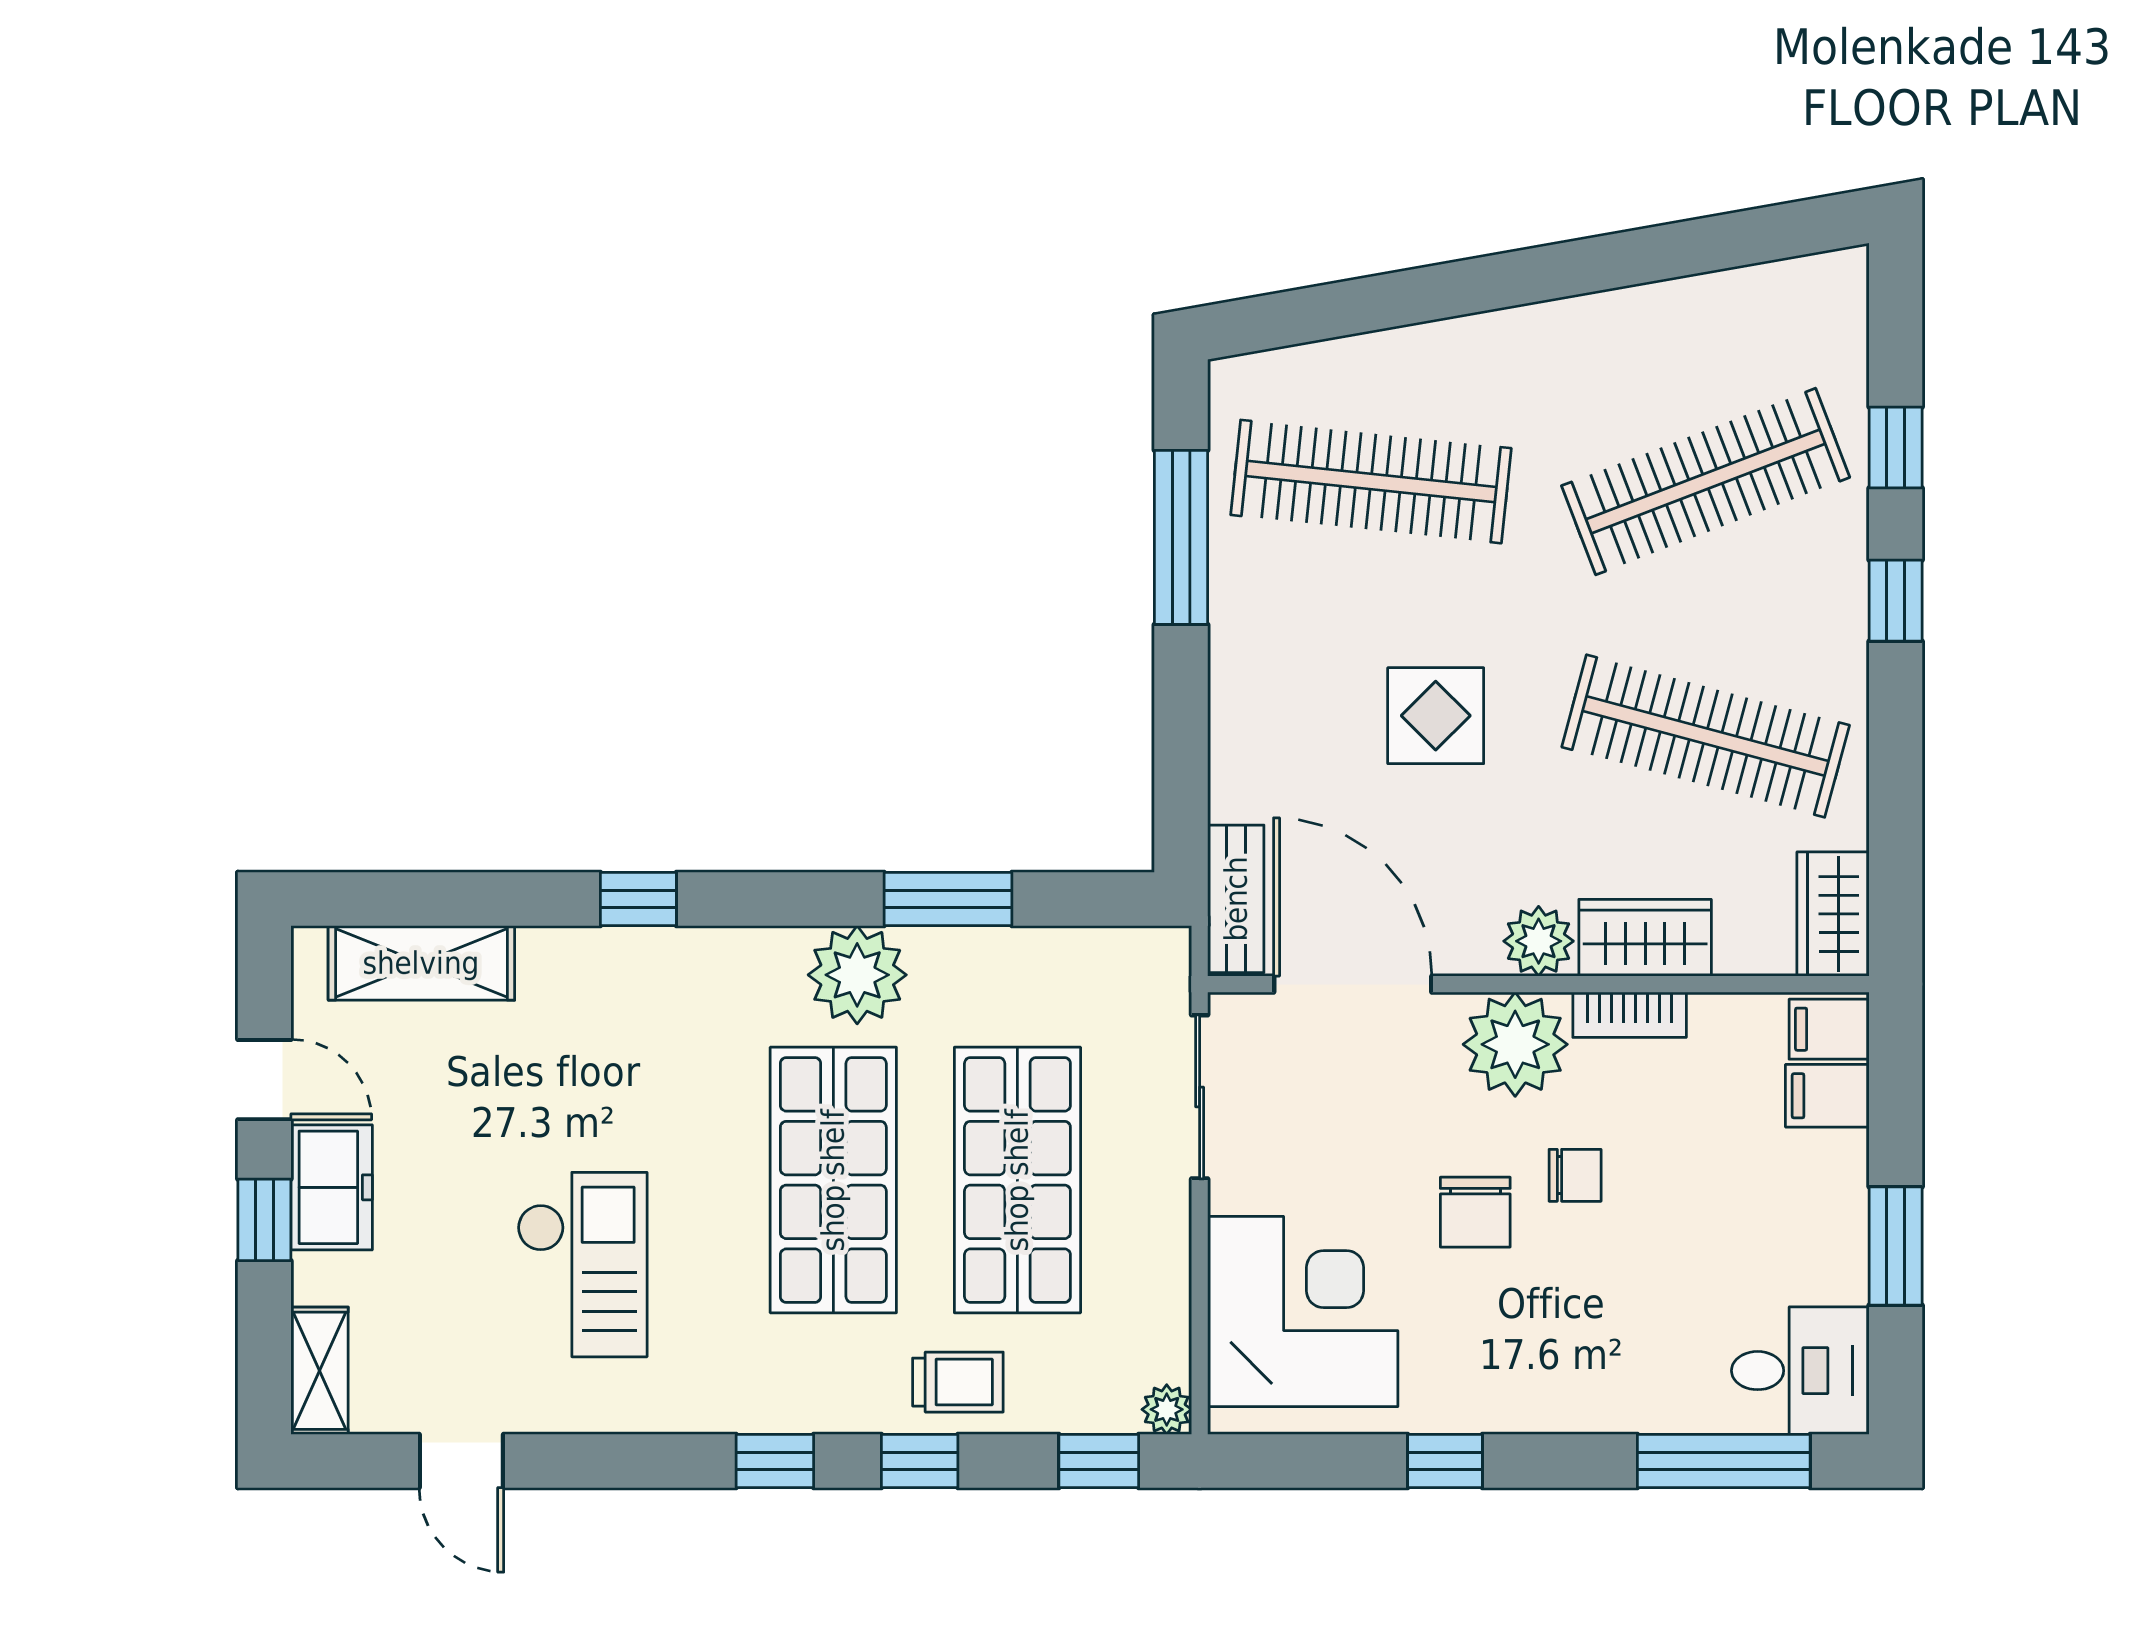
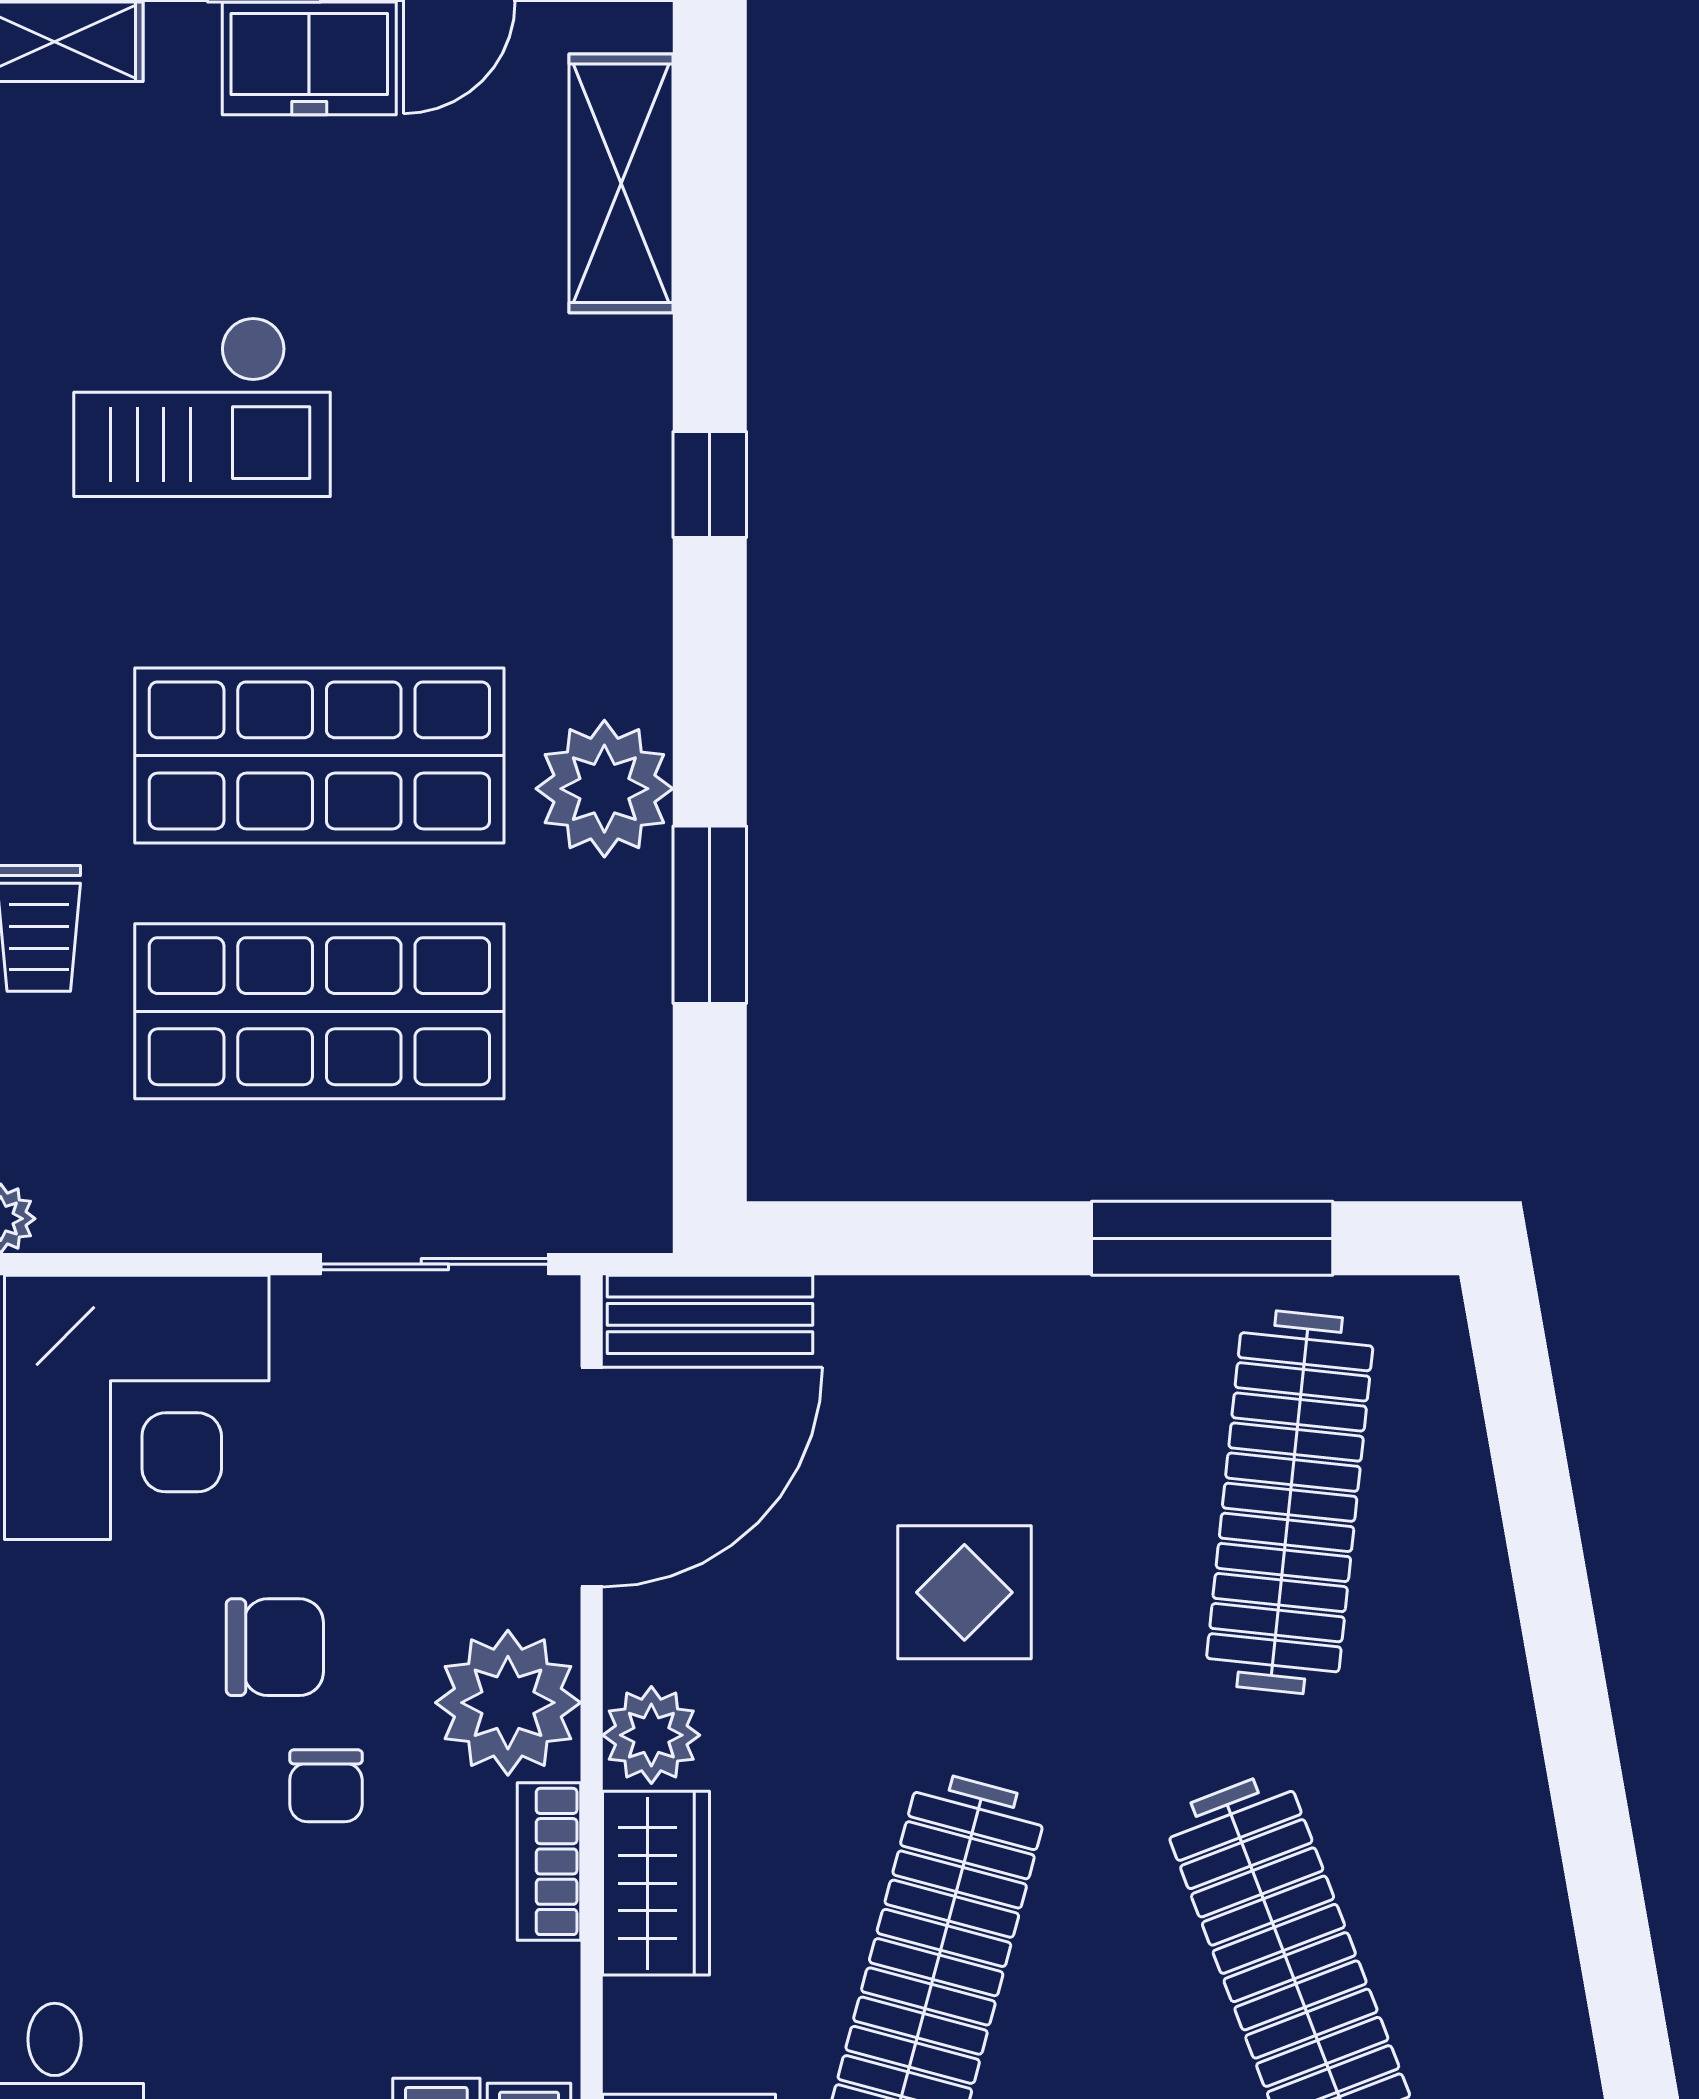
chair: (1475, 1212) -> (275, 1647), turned 180

